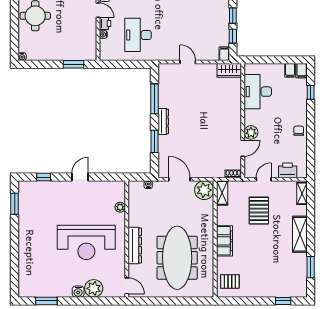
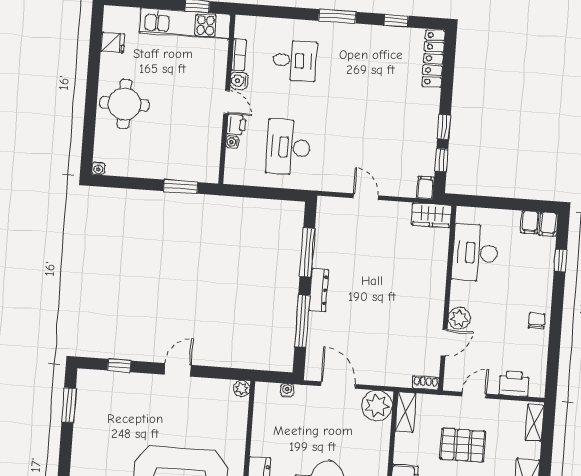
window: (154, 141) -> (302, 321), width x1.44
plant: (120, 207) -> (242, 389), moved
pallet: (259, 211) -> (463, 445), turned 90

